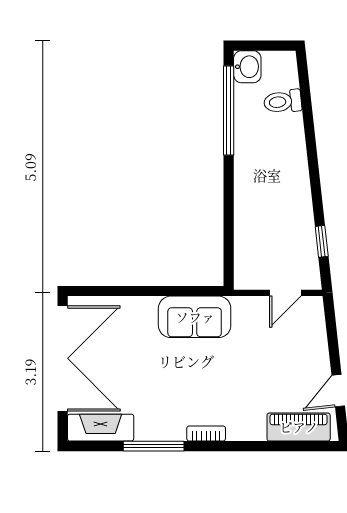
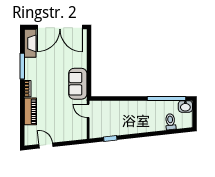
door: (285, 293) -> (88, 111), moved
piano: (299, 427) -> (30, 111), moved

